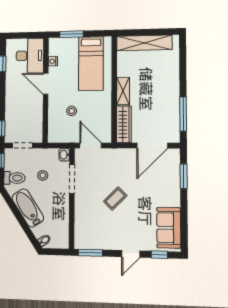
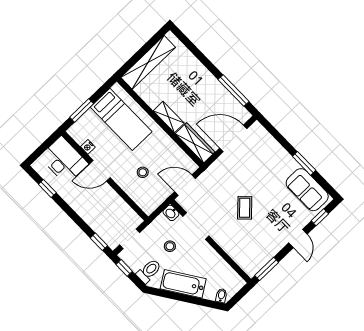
door: (152, 146) -> (233, 138), swing flipped
window: (184, 176) -> (304, 163), moved

